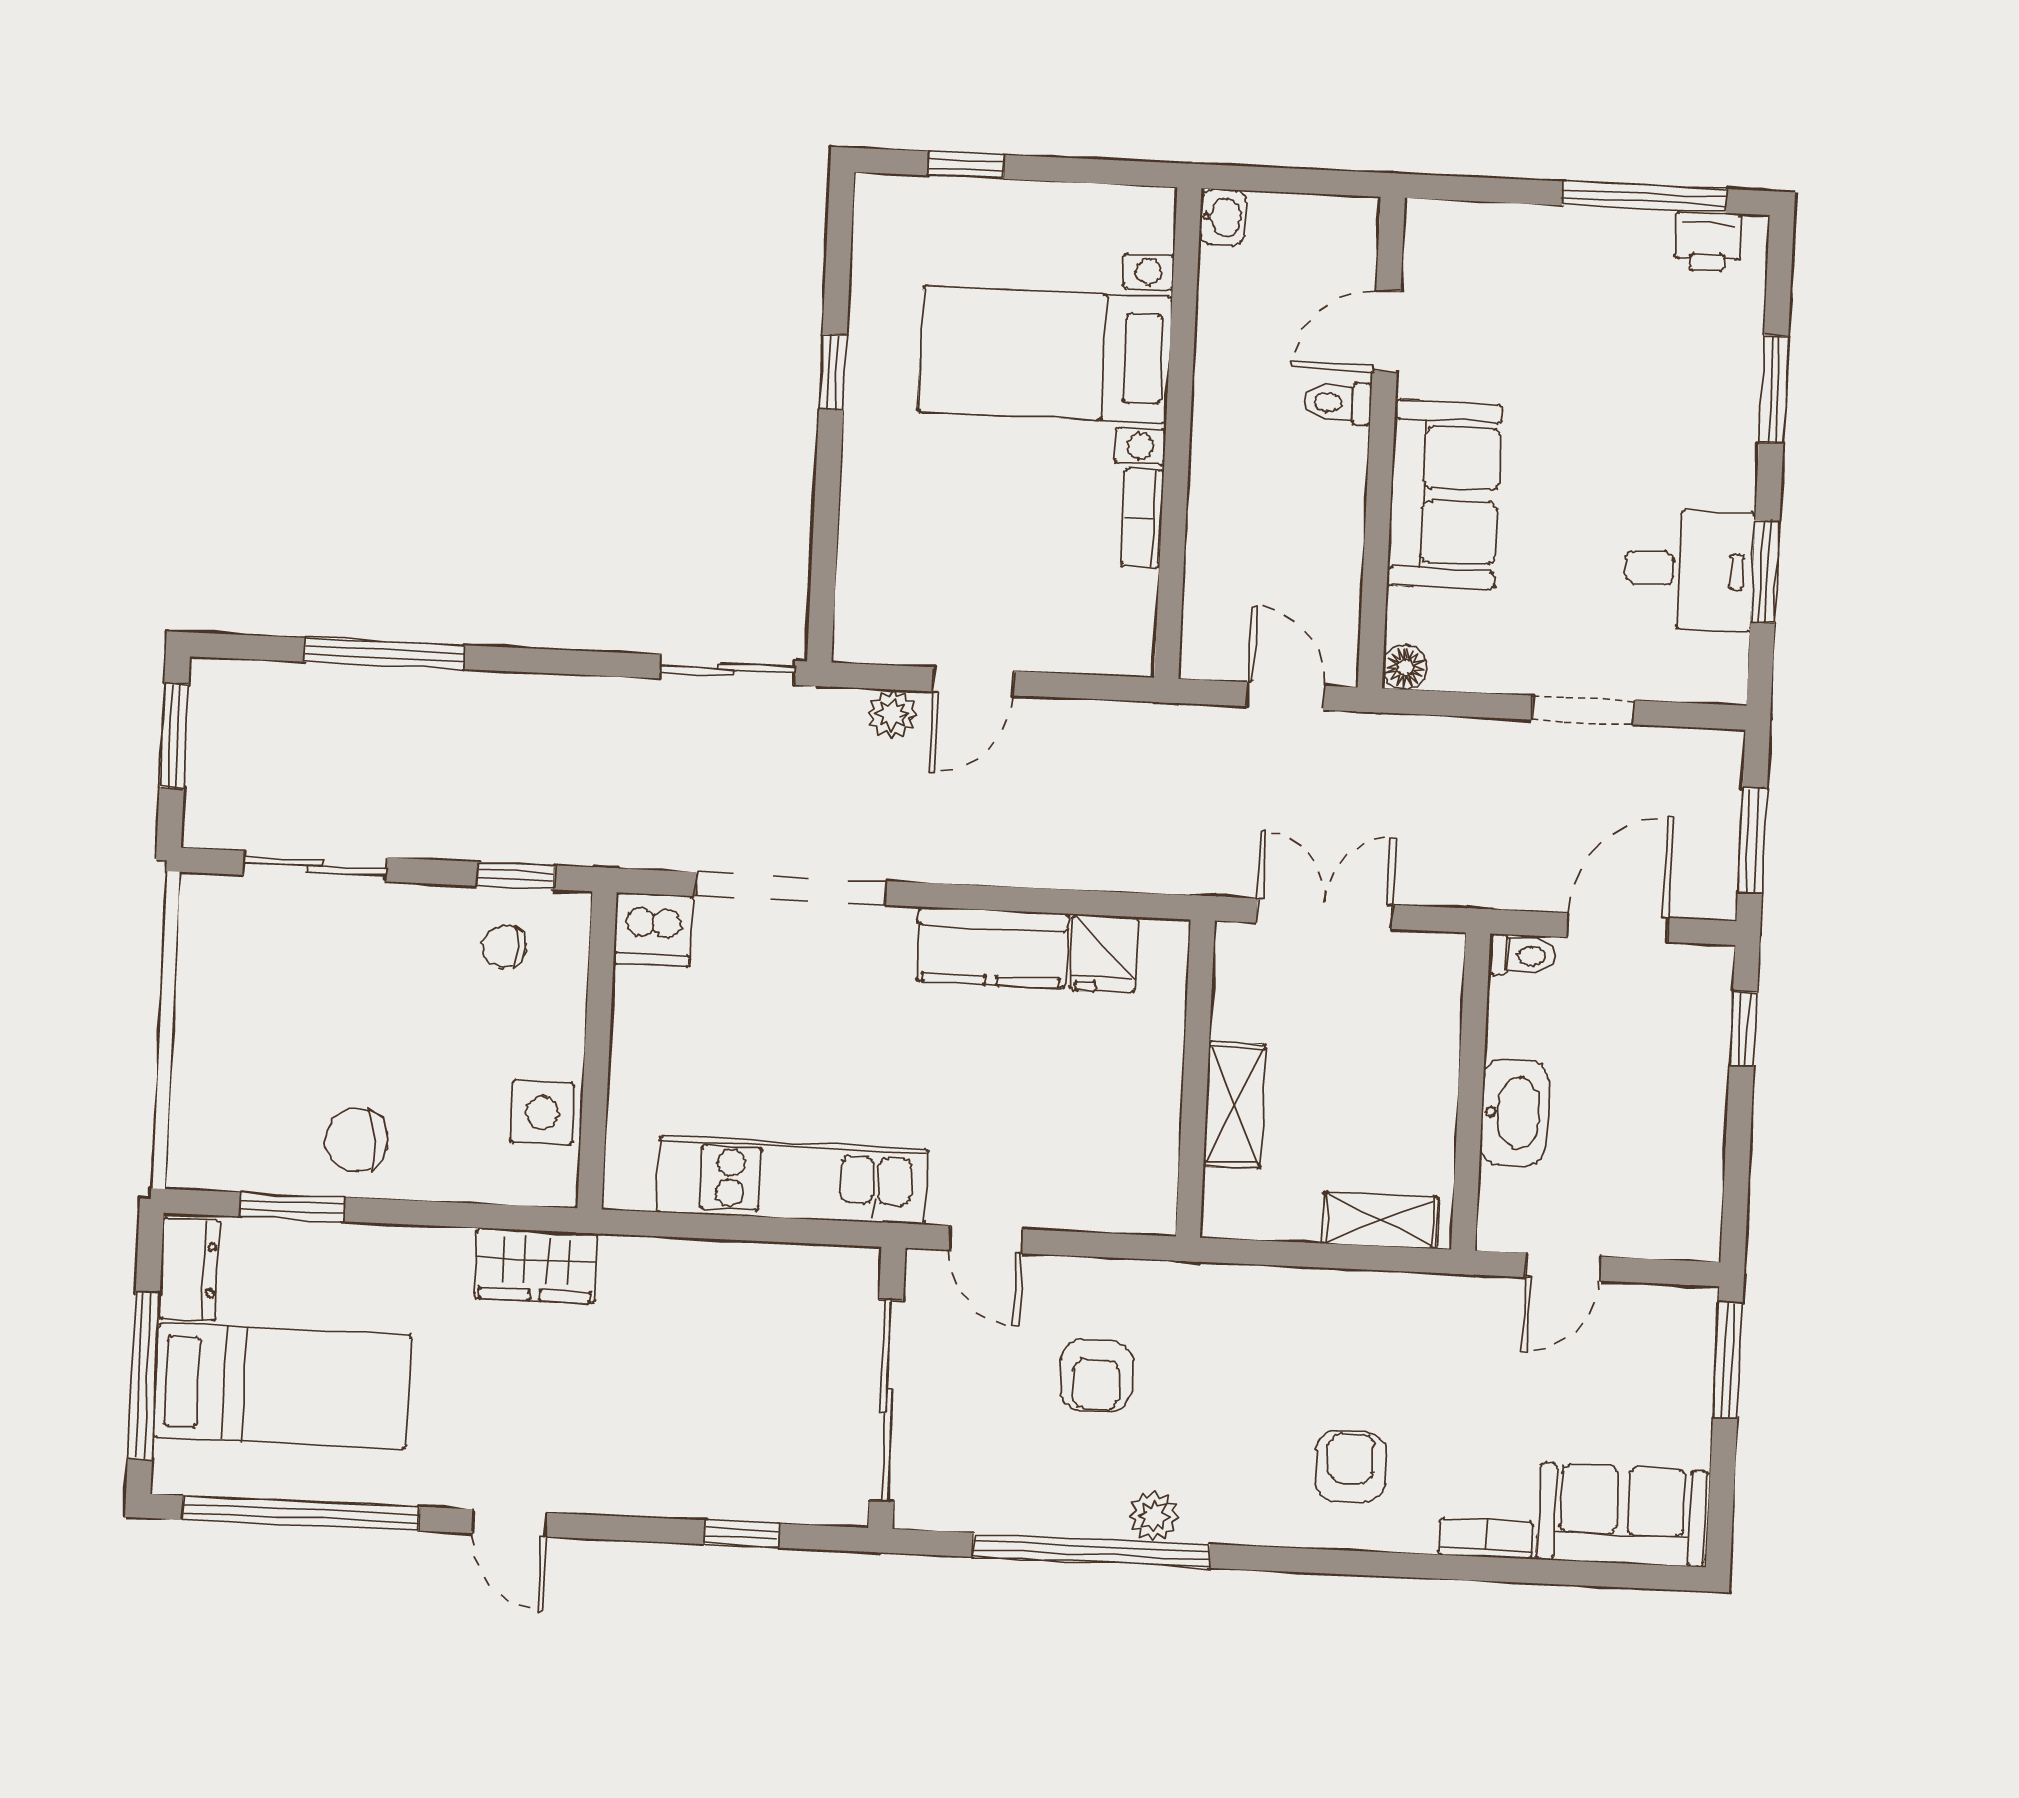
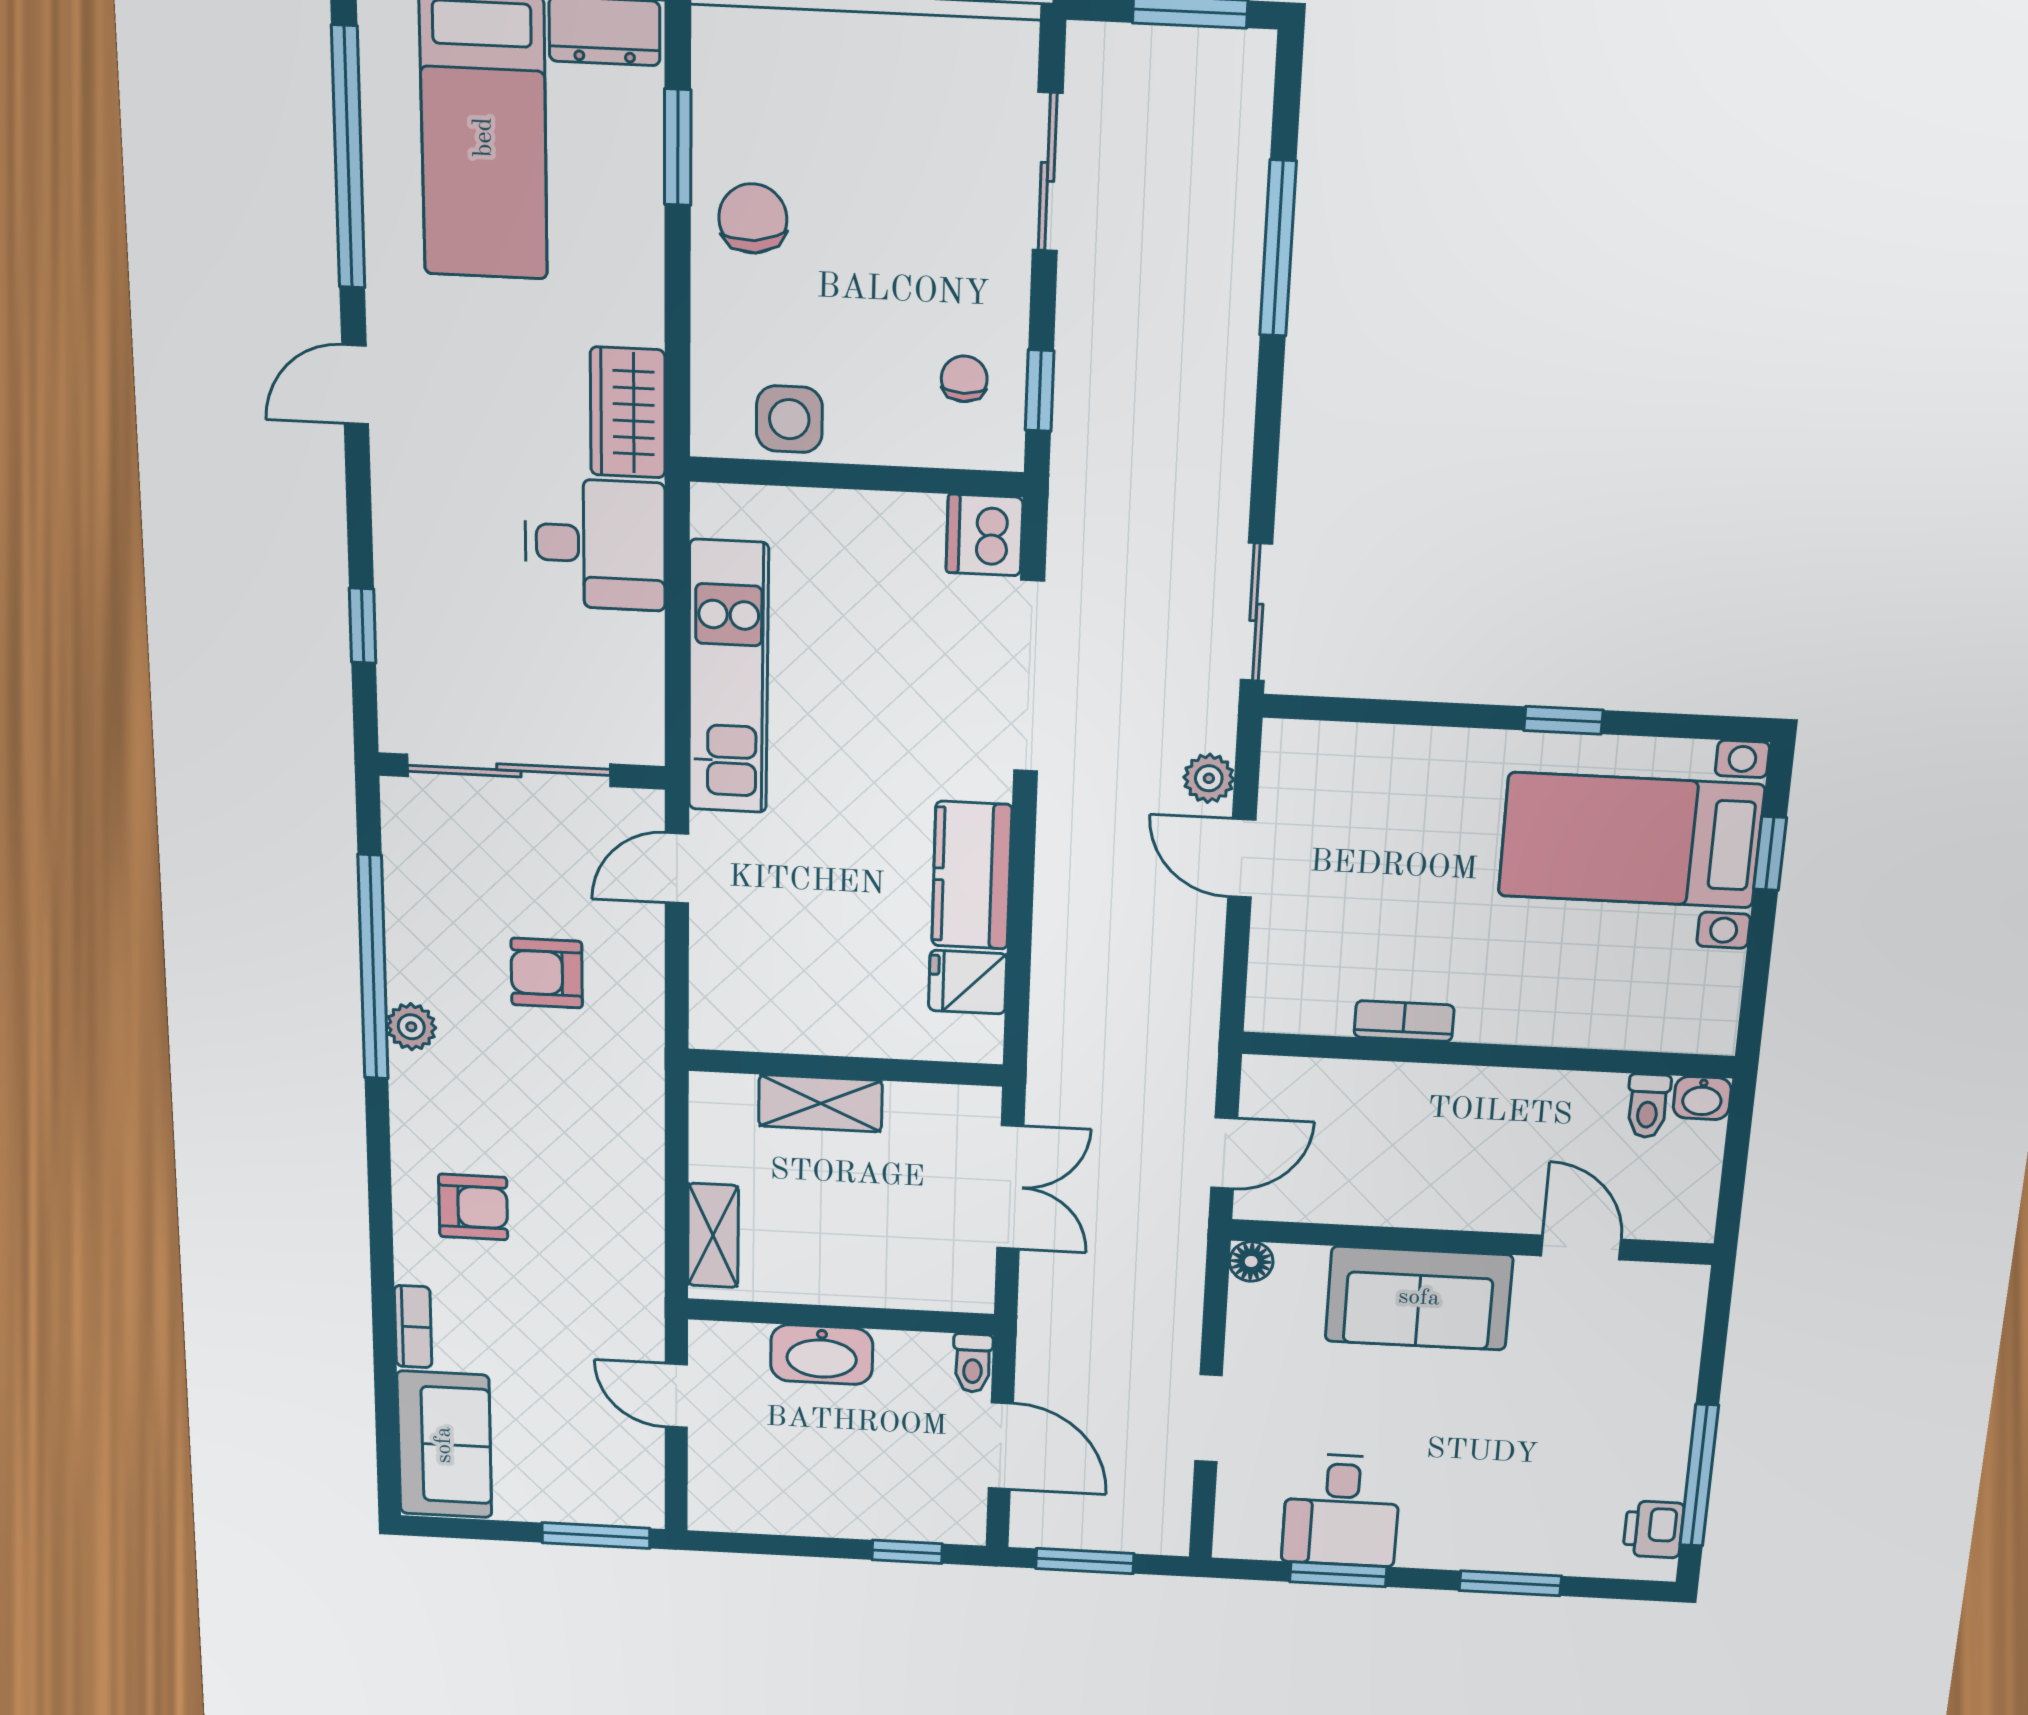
bed with nightstands: (1045, 354) -> (1631, 840), moved, turned -90
toilet: (1337, 403) -> (1648, 1106), moved, turned 180
desk: (662, 1303) -> (595, 544), added

